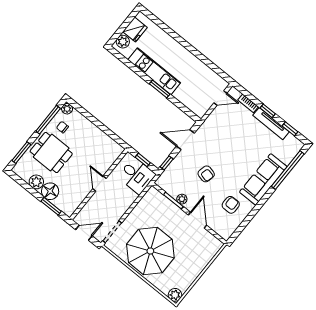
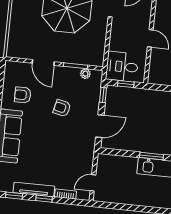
plant: (182, 199) -> (85, 74), moved
armchair: (231, 205) -> (23, 95), turned 90

